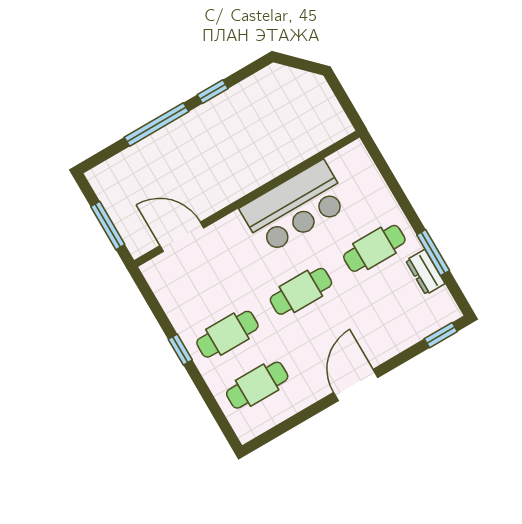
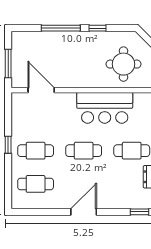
round table: (284, 123) -> (123, 64), added

